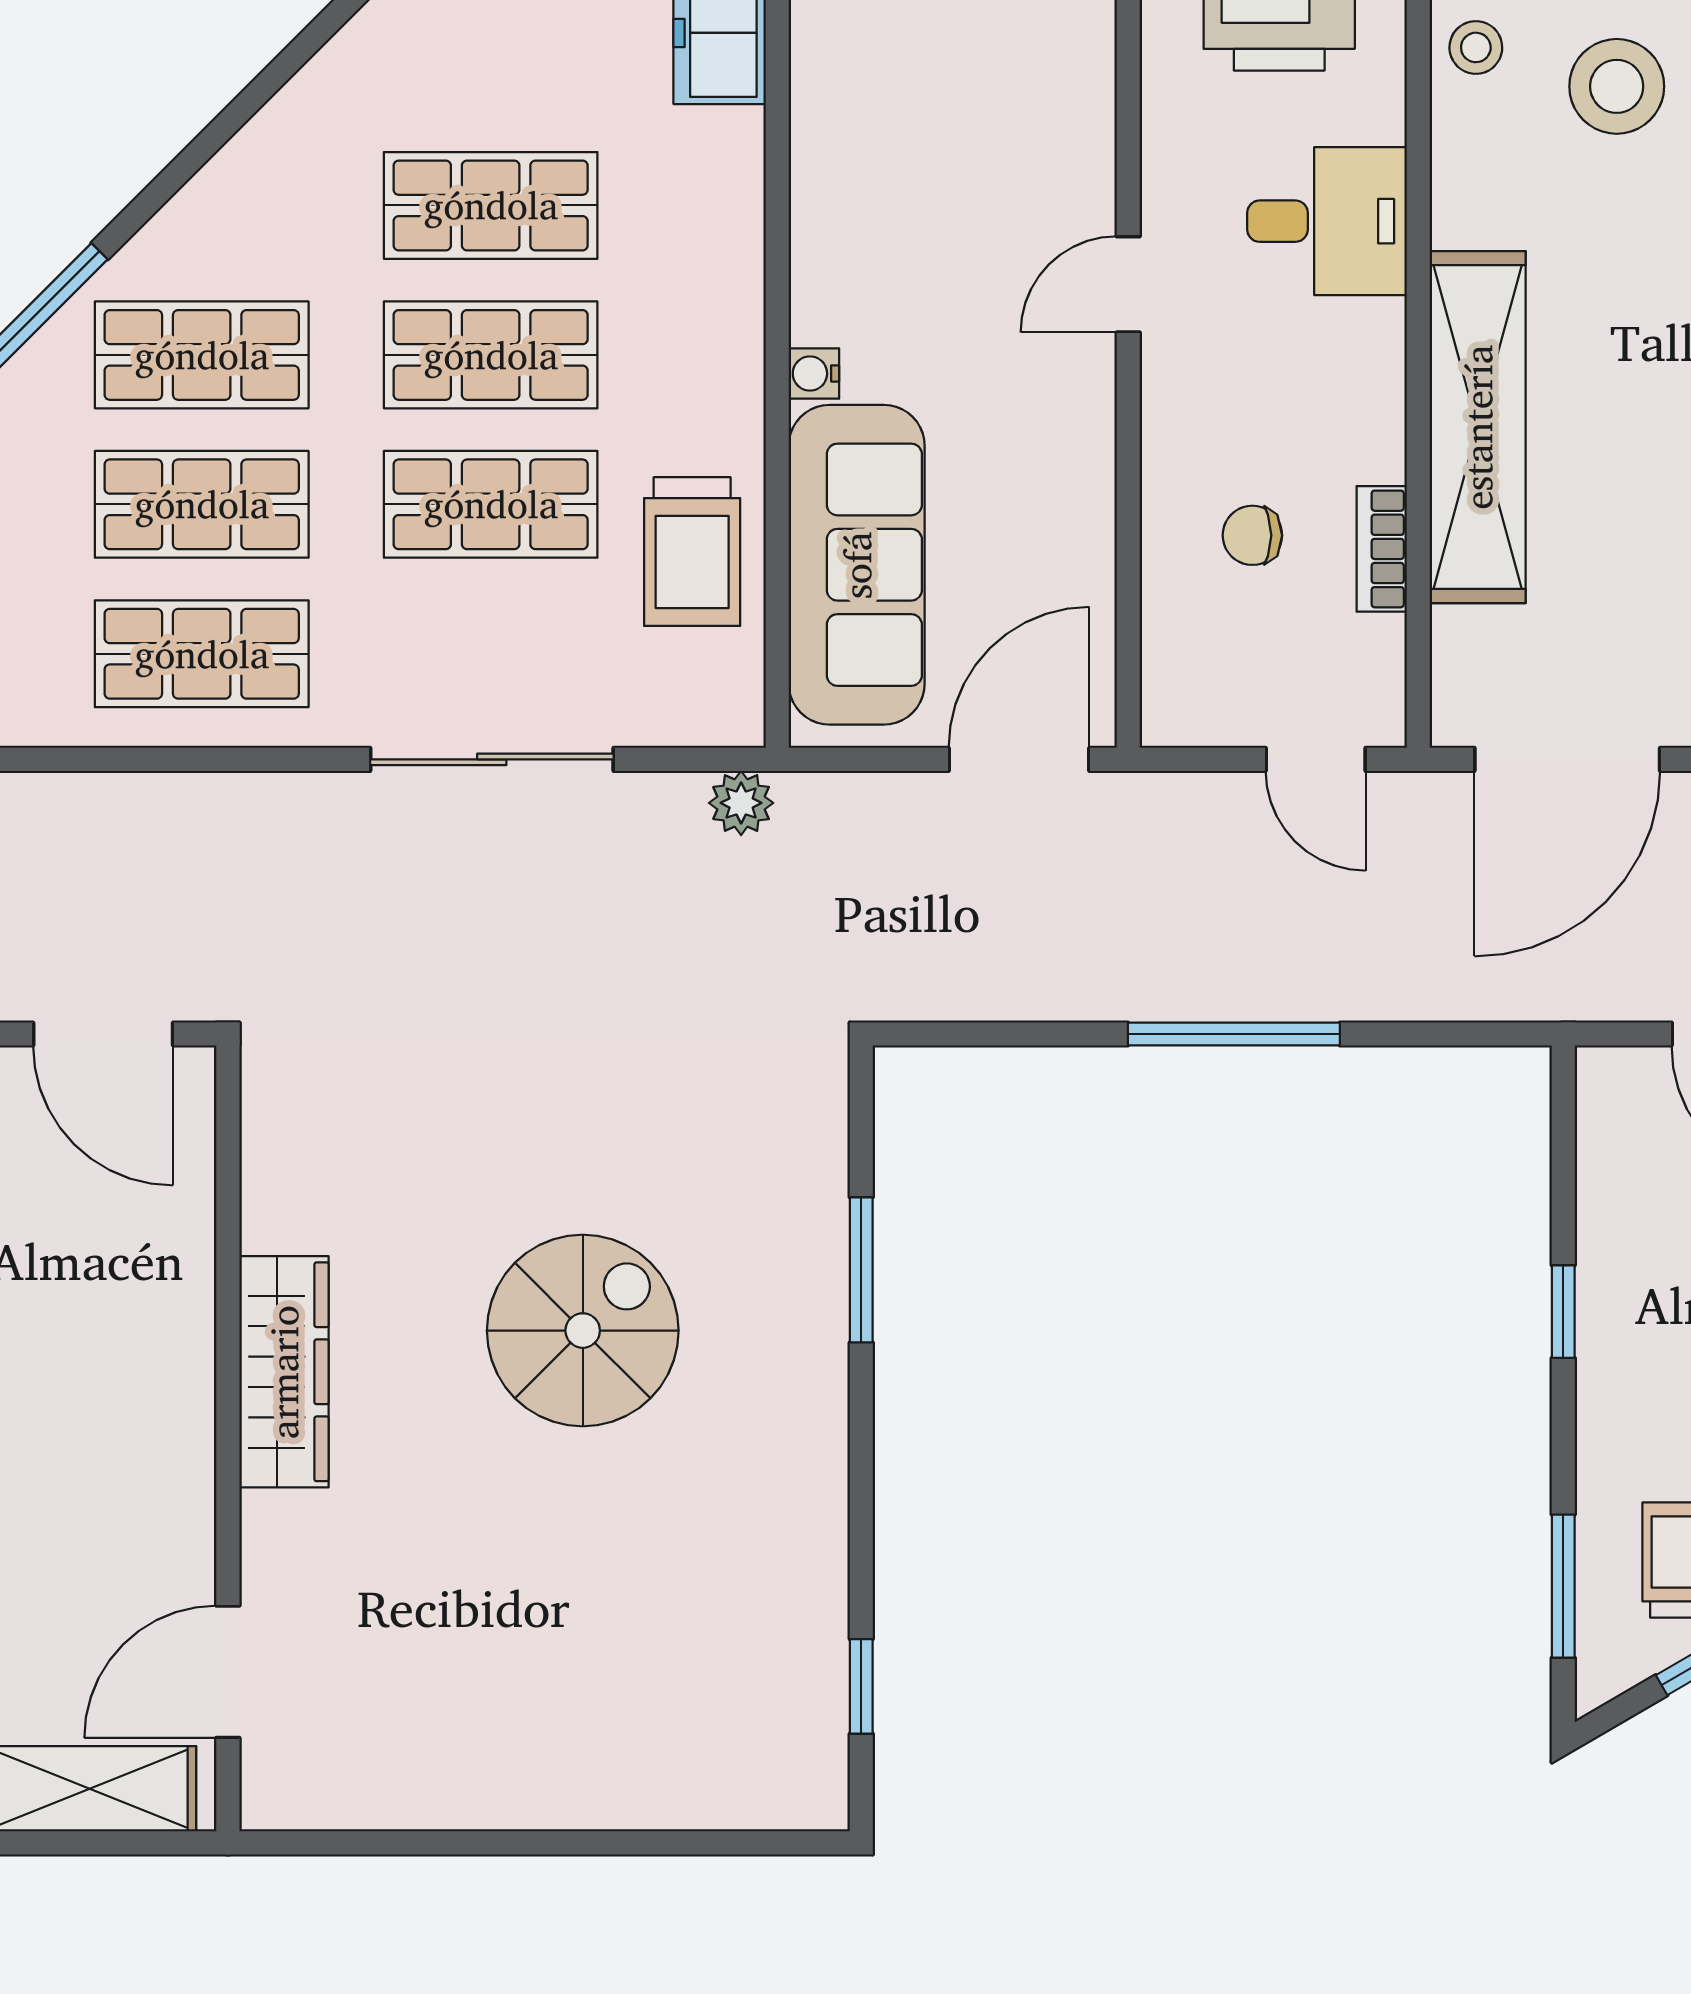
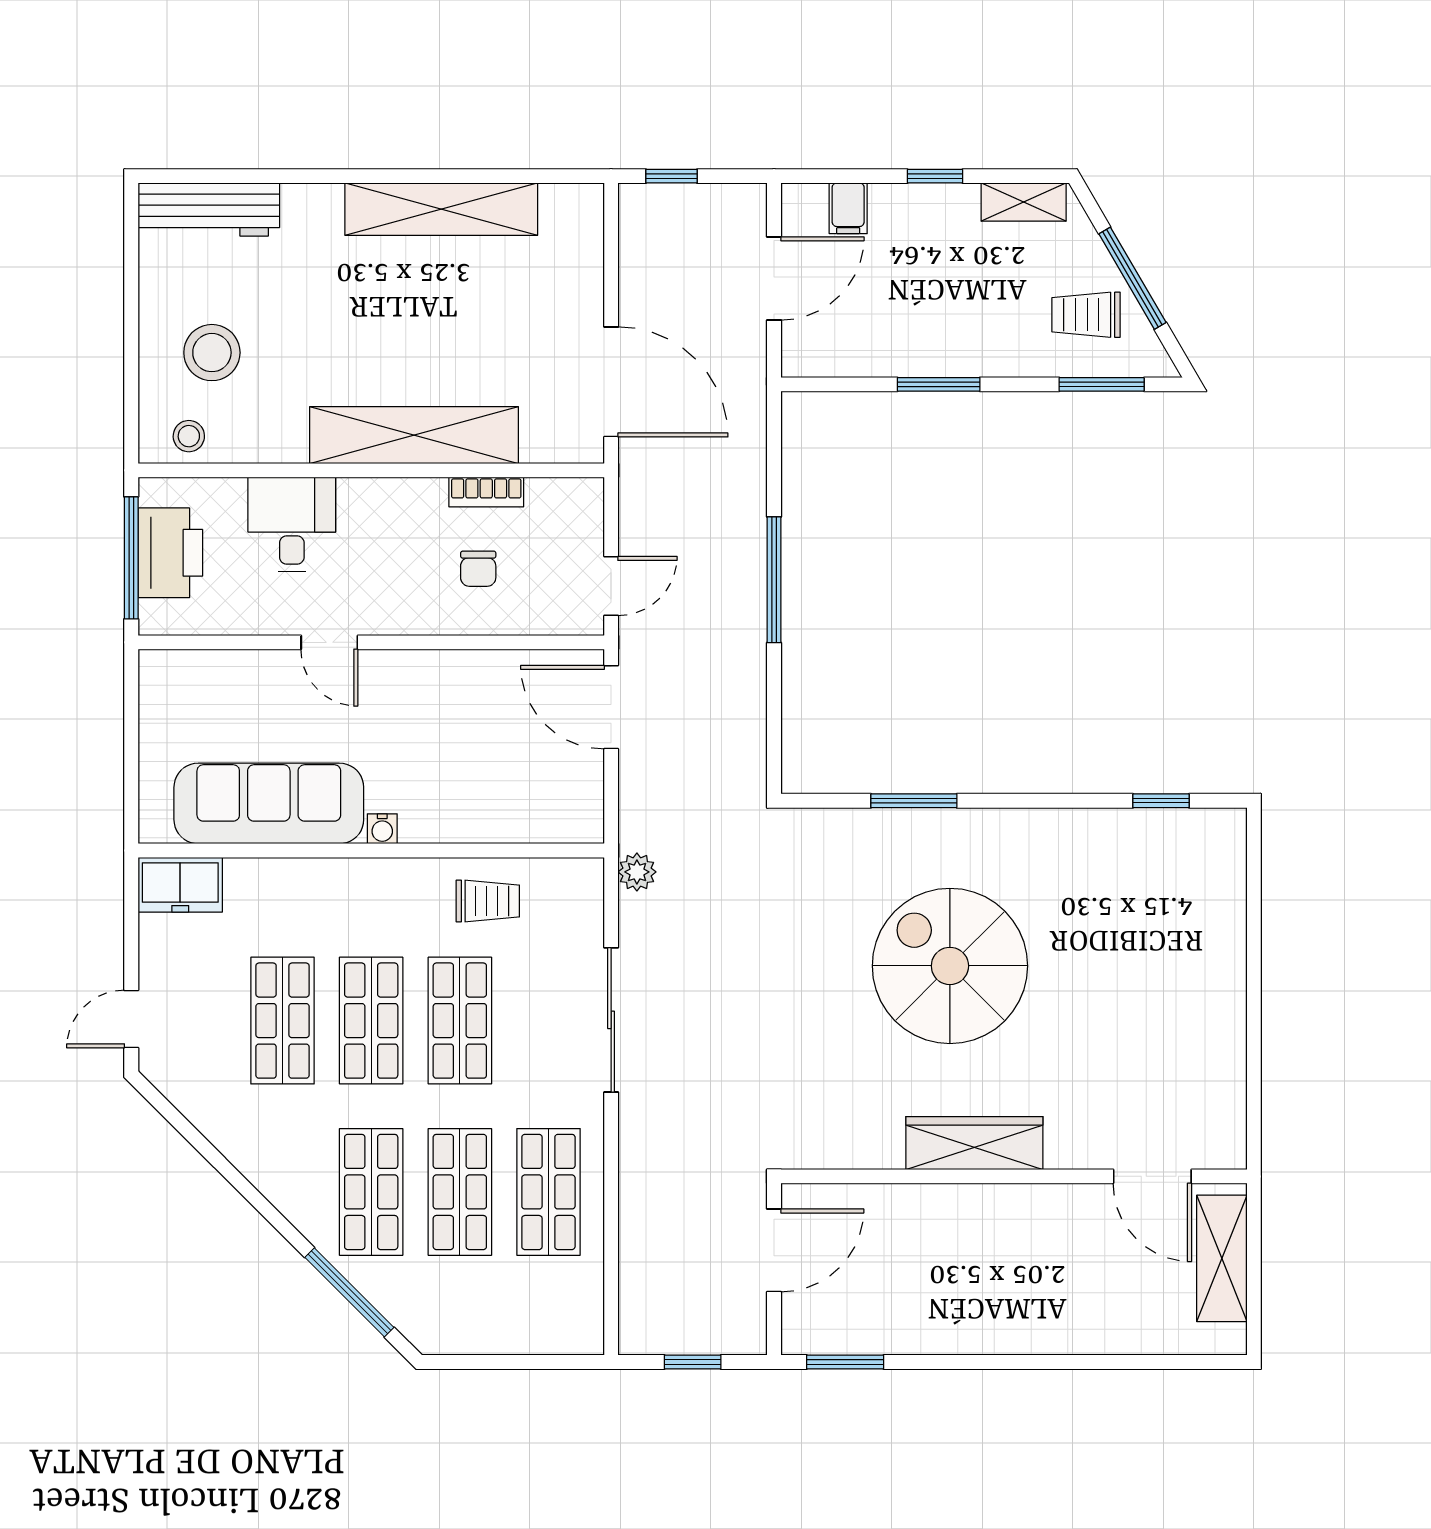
trolley: (692, 552) -> (488, 901), width x0.73, depth x0.72
sofa: (857, 565) -> (269, 803), moved
door: (1316, 759) -> (611, 586), moved
window: (1563, 1312) -> (939, 384), width x1.50
spiral stairs: (583, 1331) -> (950, 966), width x1.37, depth x1.37

